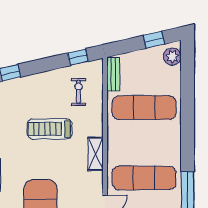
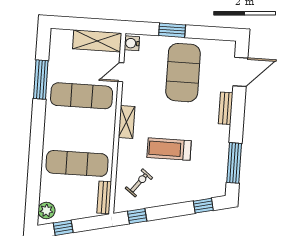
exercise bike: (78, 92) -> (139, 183), turned -142
treadmill: (50, 129) -> (169, 149), turned 180

